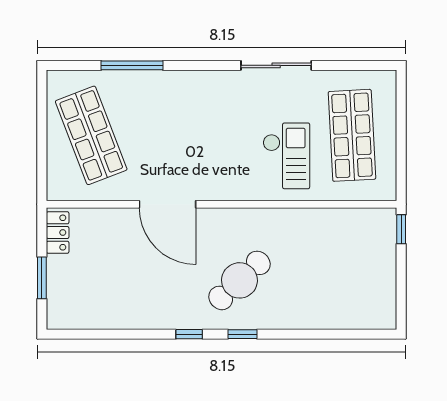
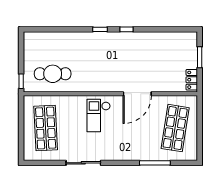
shop shelf: (91, 135) -> (175, 128), turned 30
checkout: (286, 156) -> (99, 116), moved
door: (167, 204) -> (137, 94), swing flipped
cafe table: (239, 280) -> (53, 74), moved, turned 43

